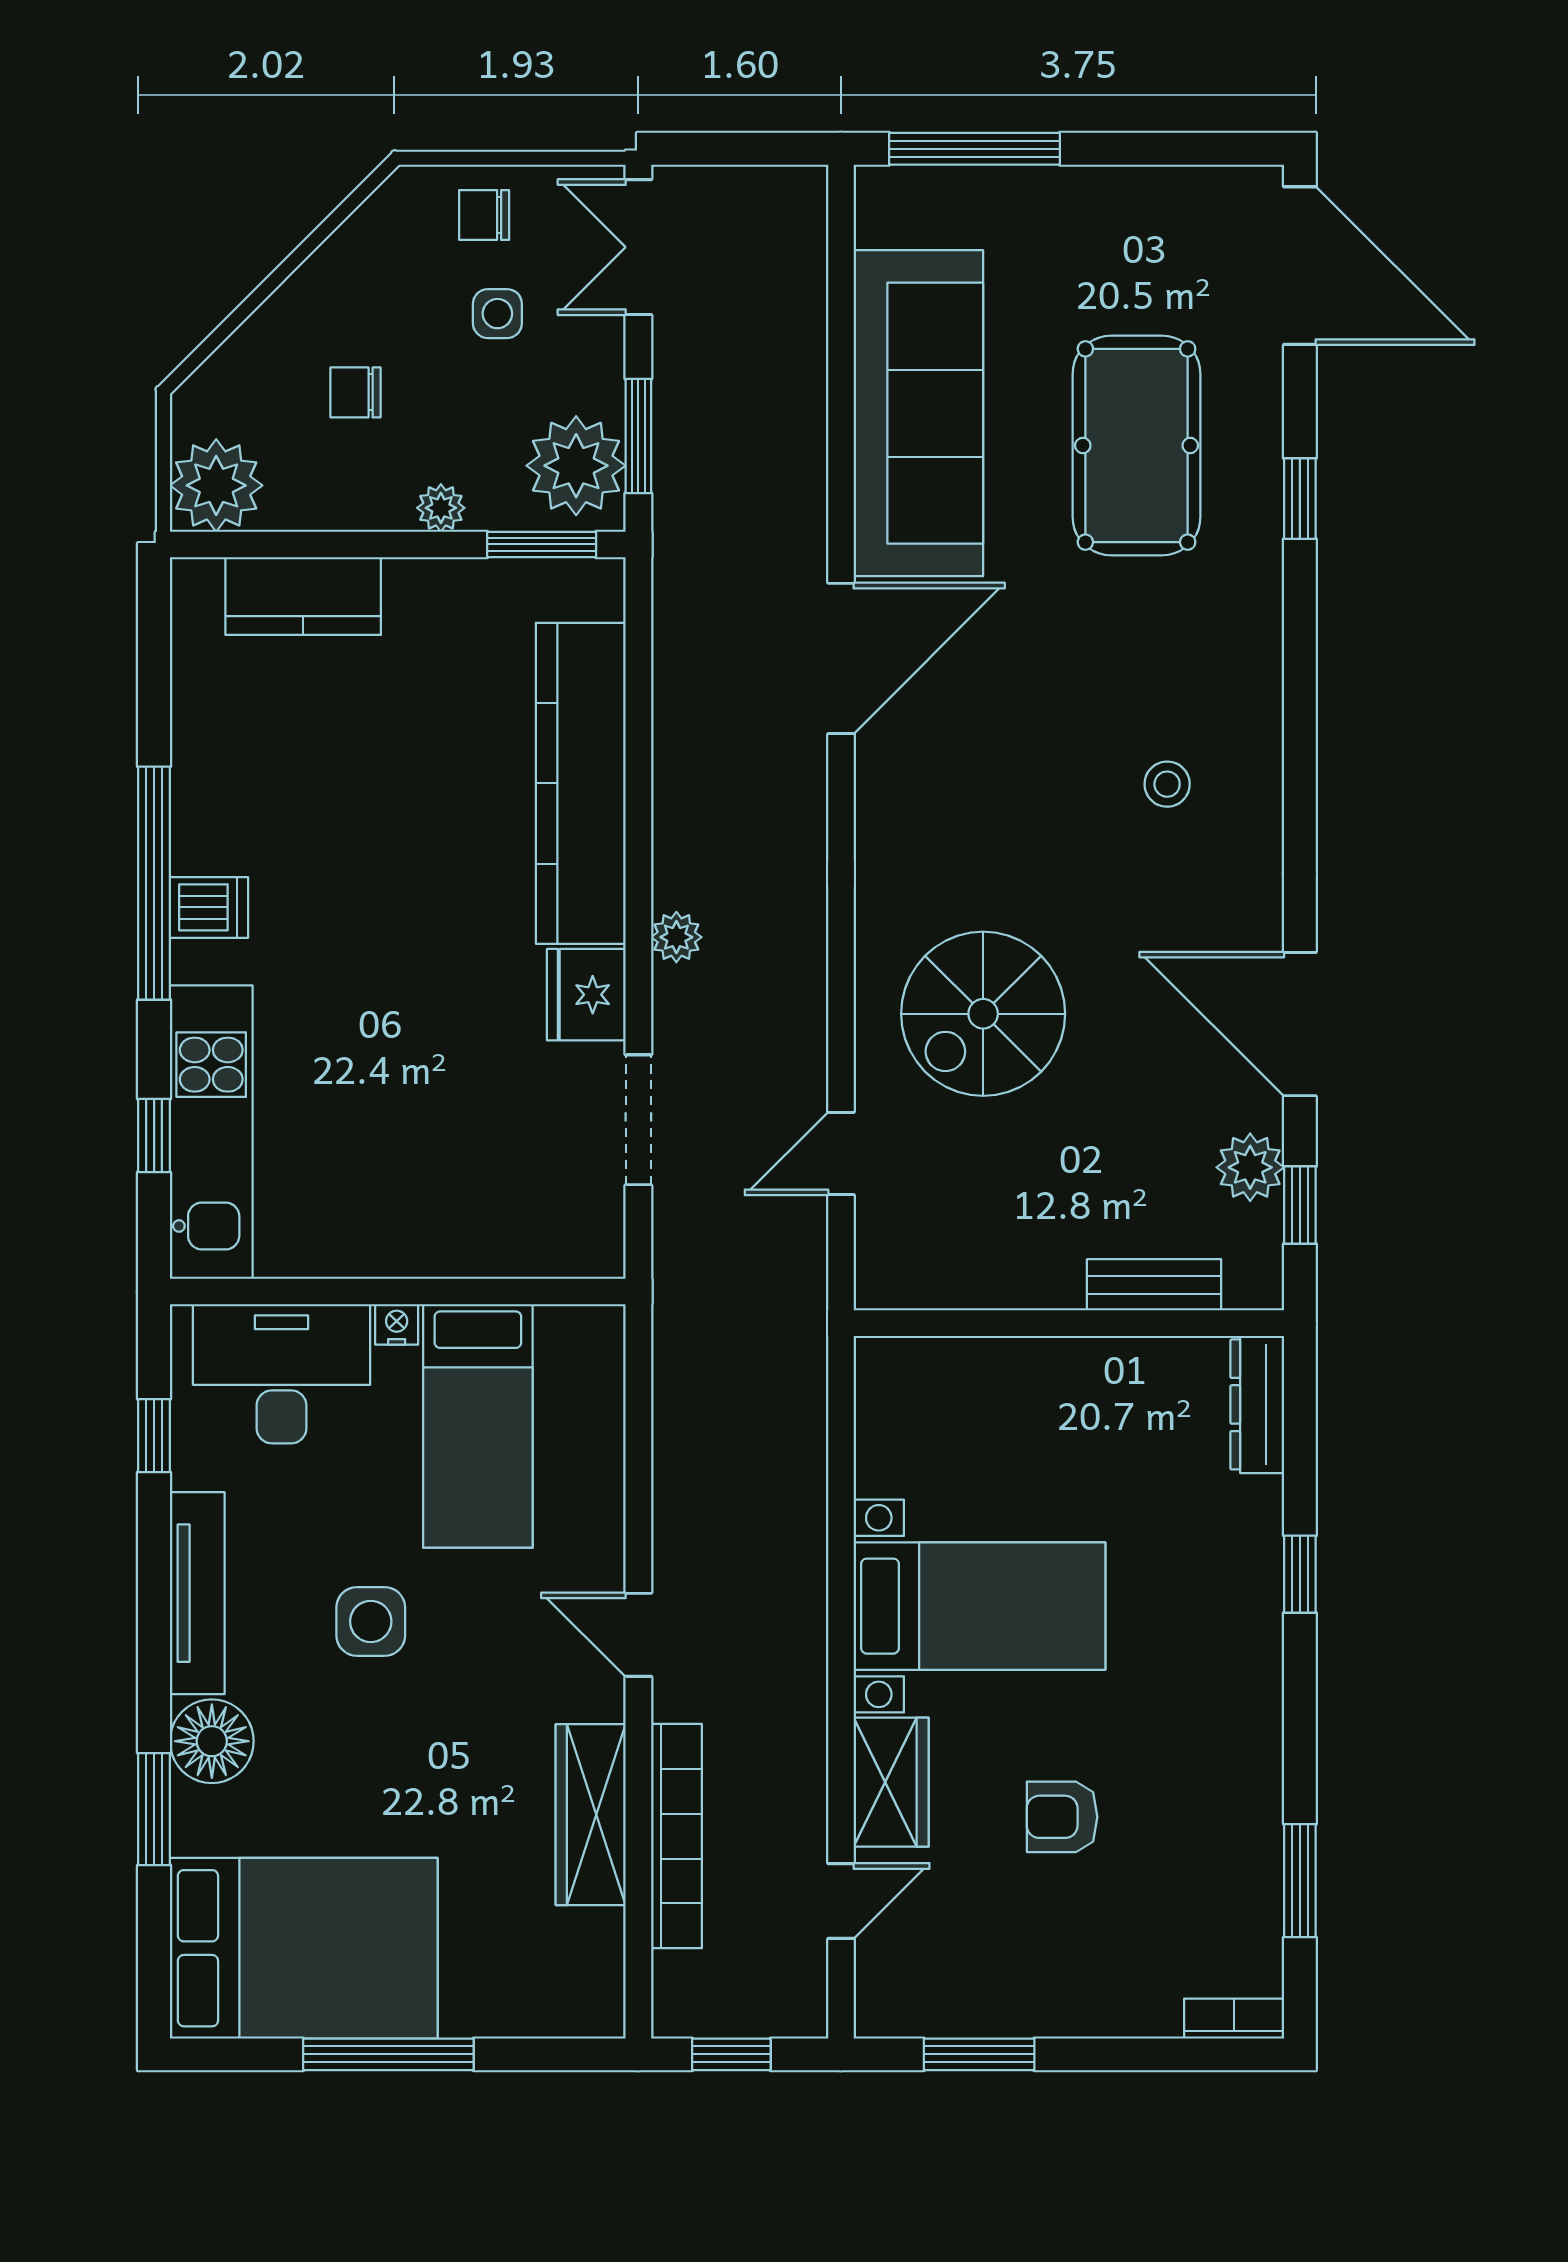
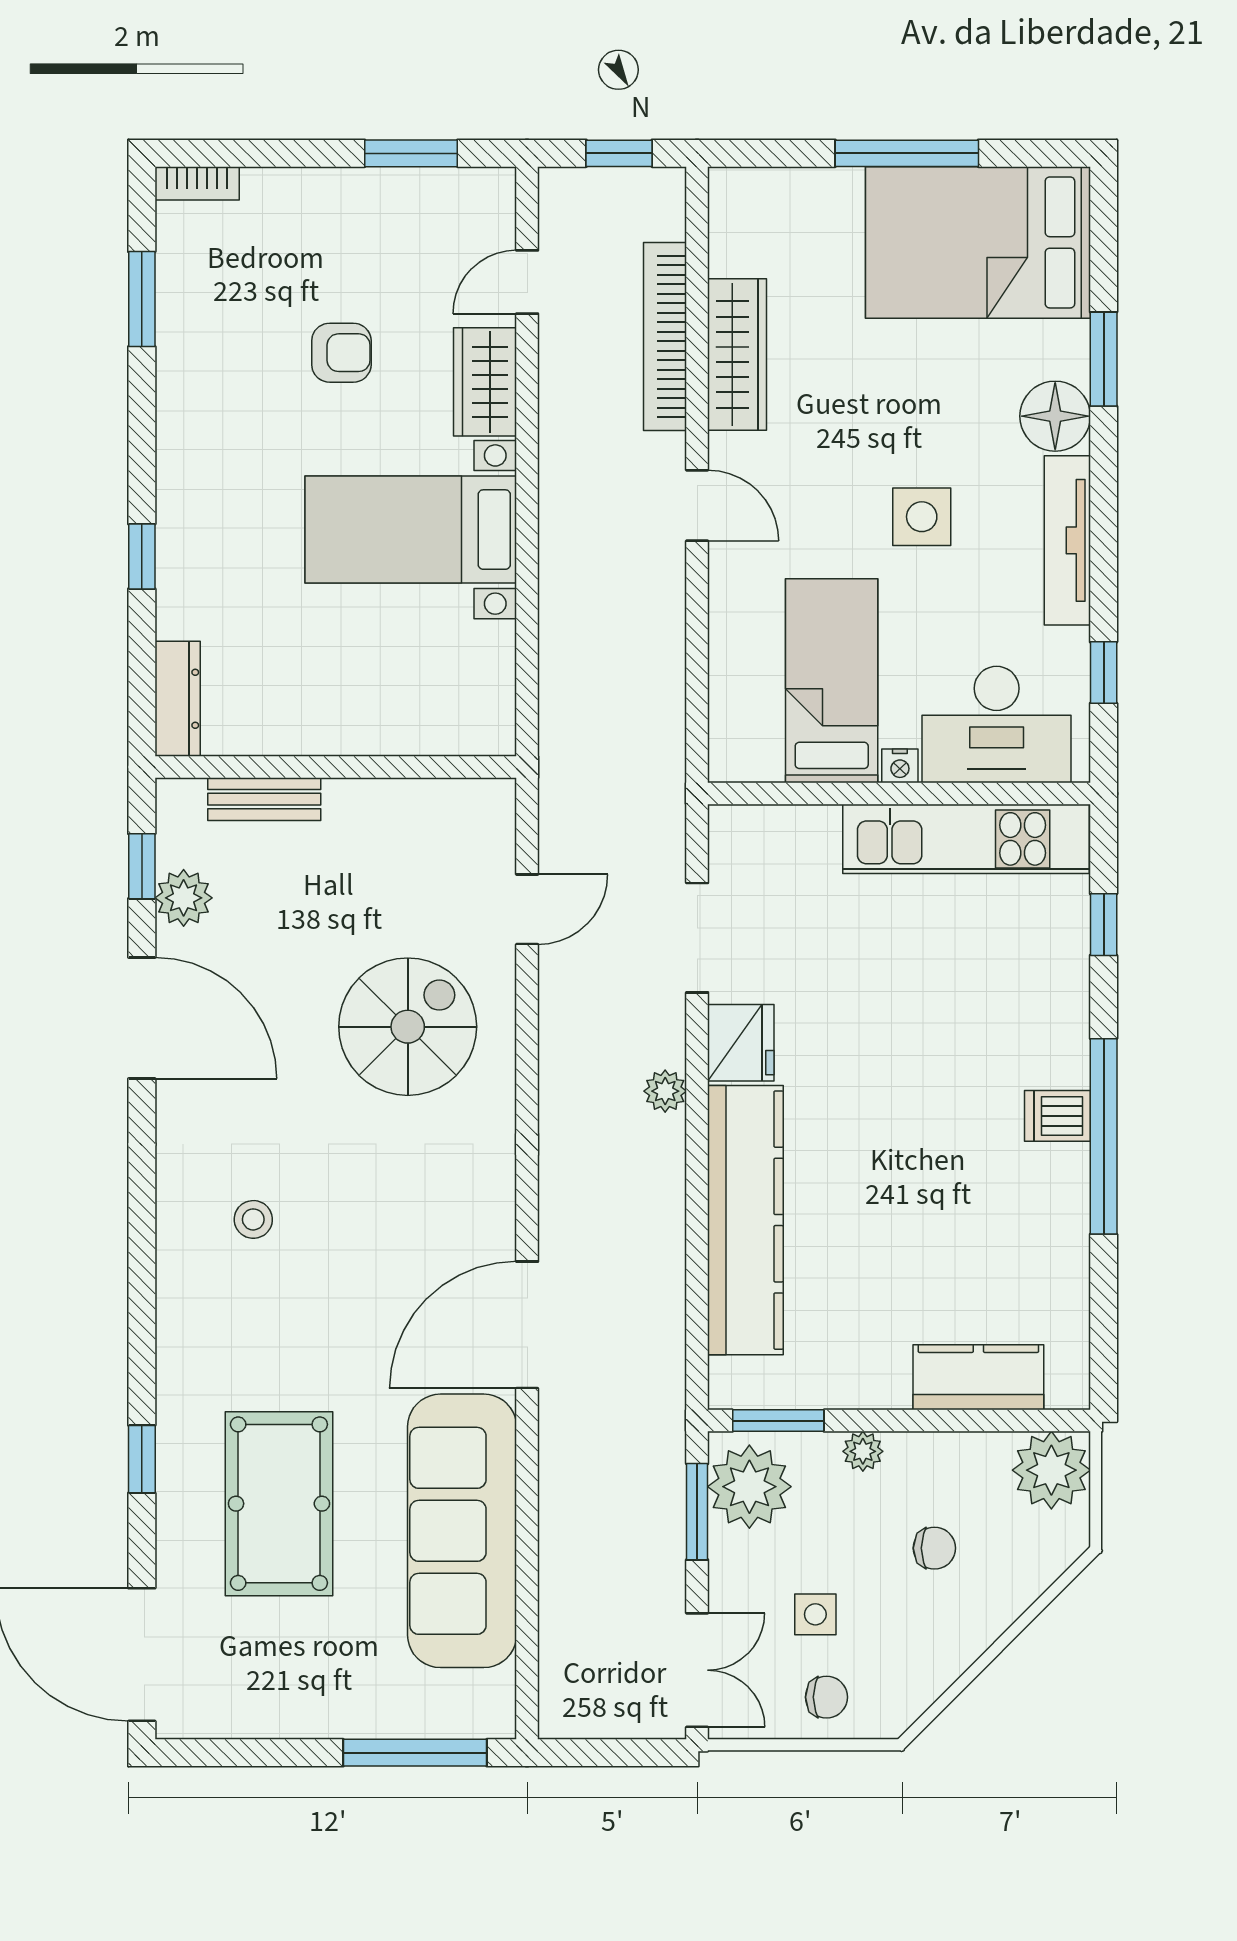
kitchen unit: (211, 1132) -> (966, 839), moved, turned -90

